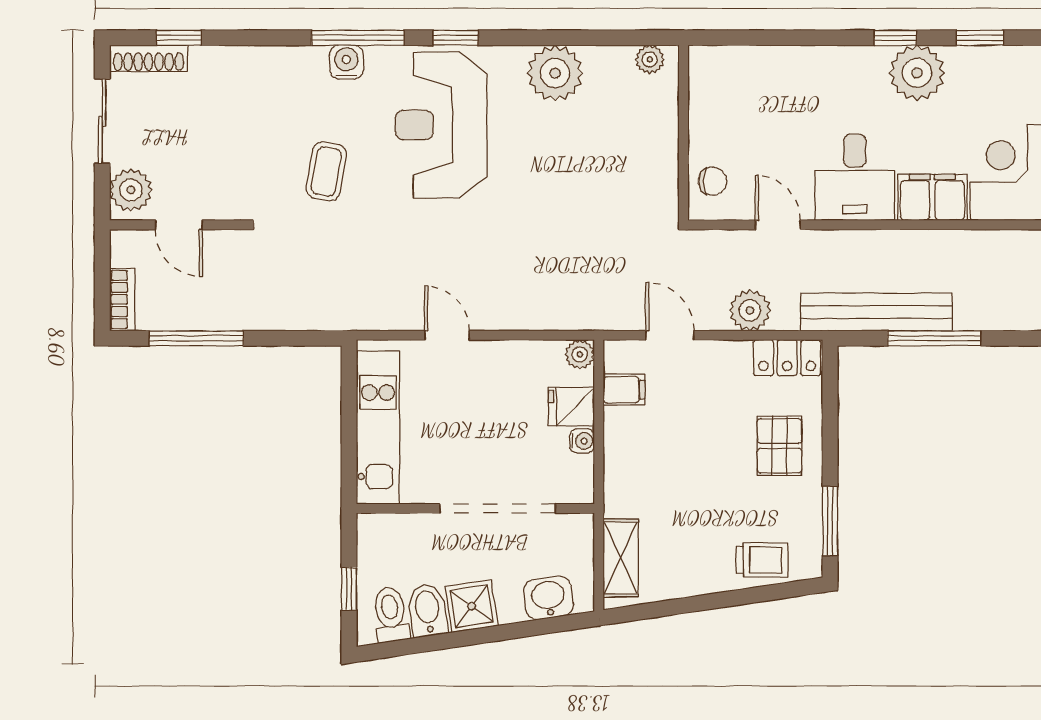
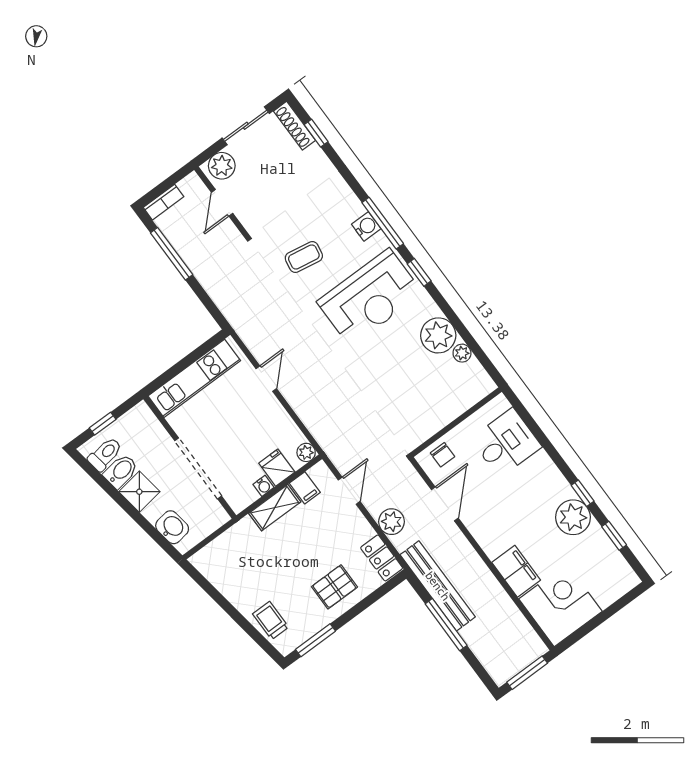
plant: (650, 59) -> (462, 353), moved
reception desk: (441, 125) -> (370, 297), turned 180
desk: (855, 177) -> (506, 443), moved, turned 180
door: (778, 225) -> (445, 504), width x1.38
shelving: (621, 558) -> (275, 508), moved
trolley: (762, 560) -> (271, 620), turned 180

